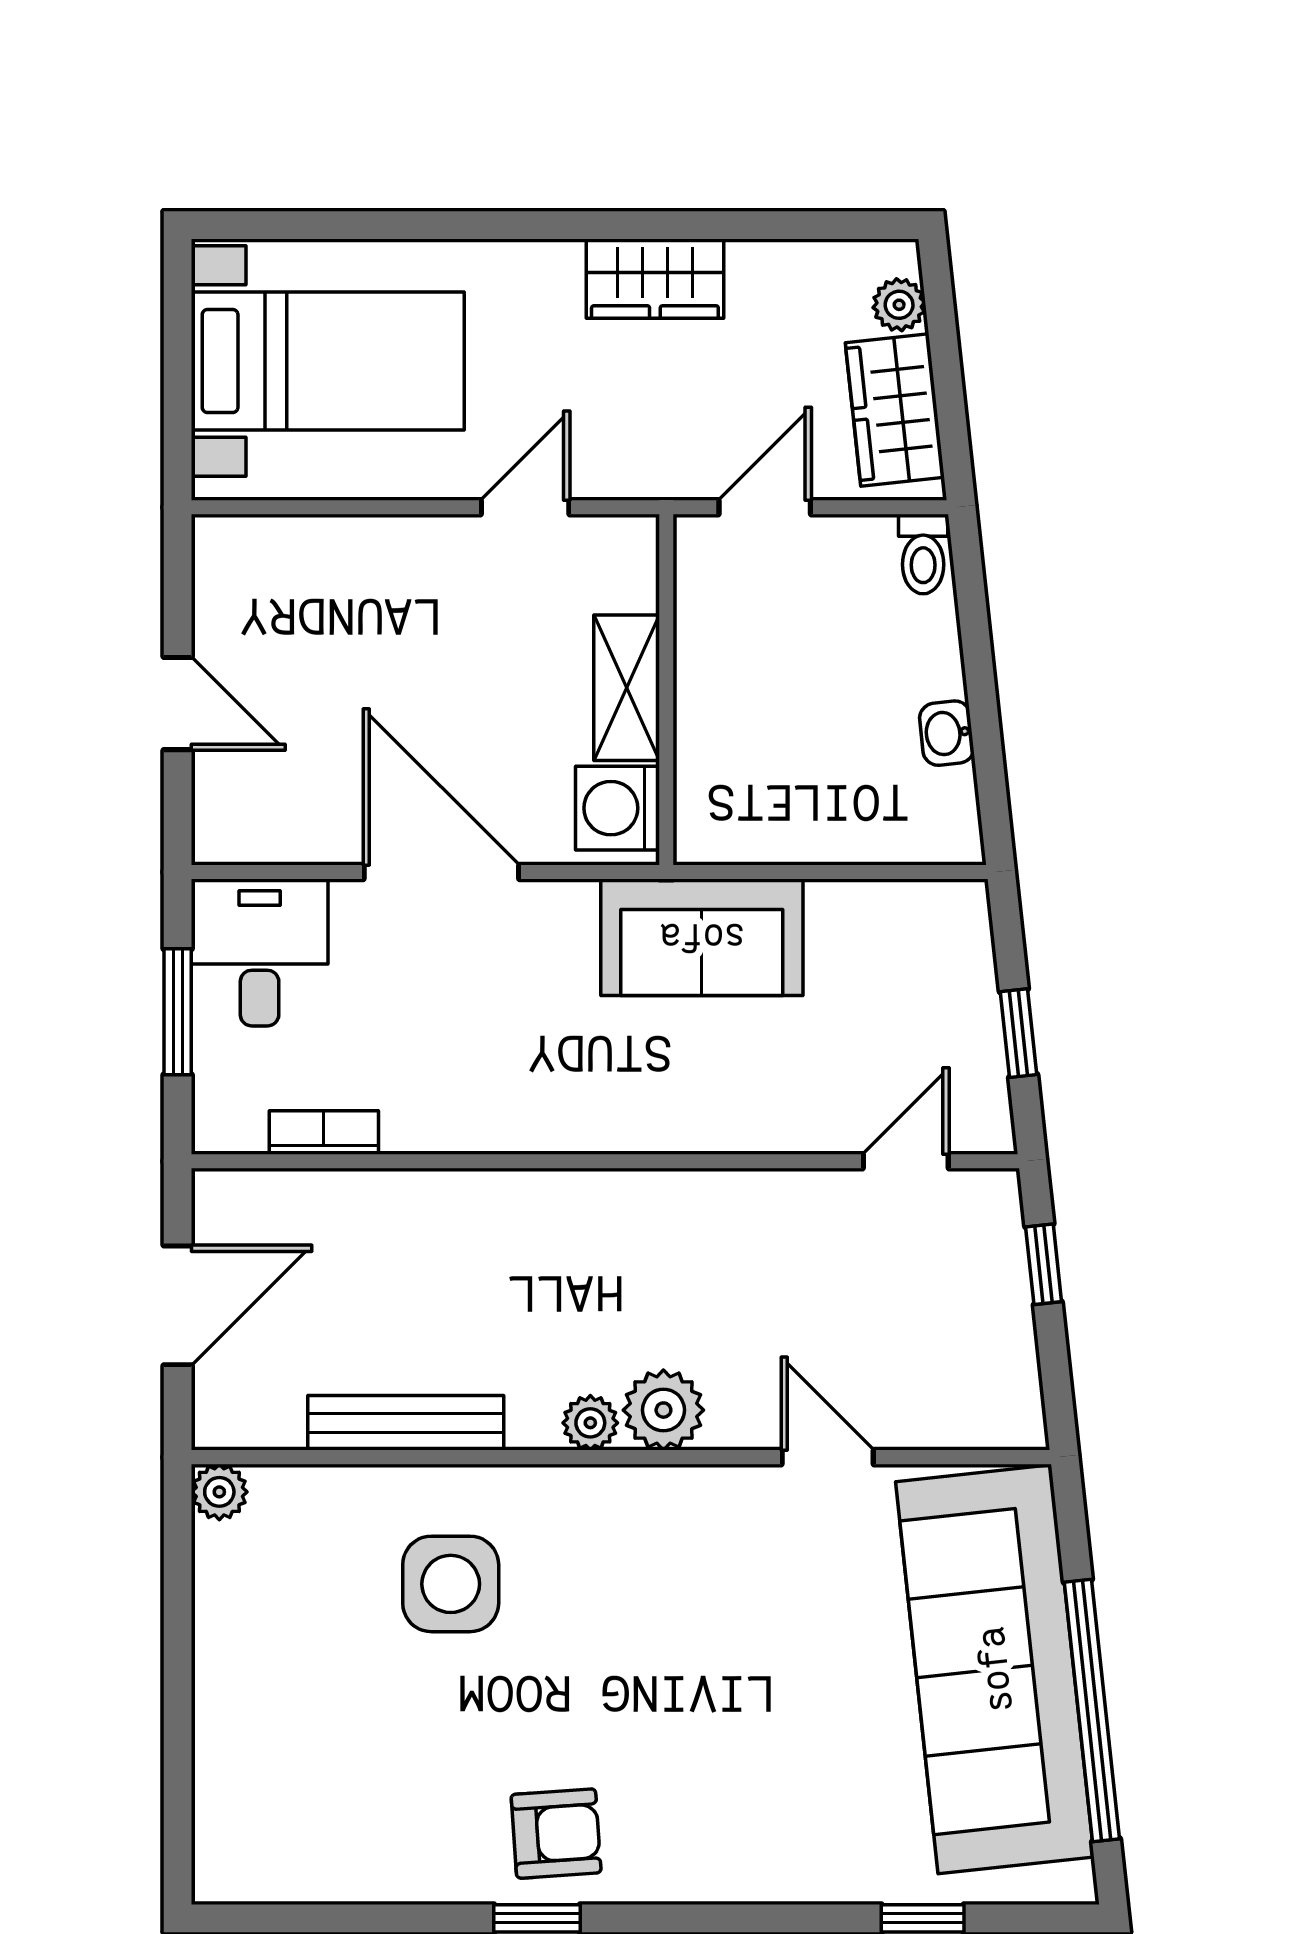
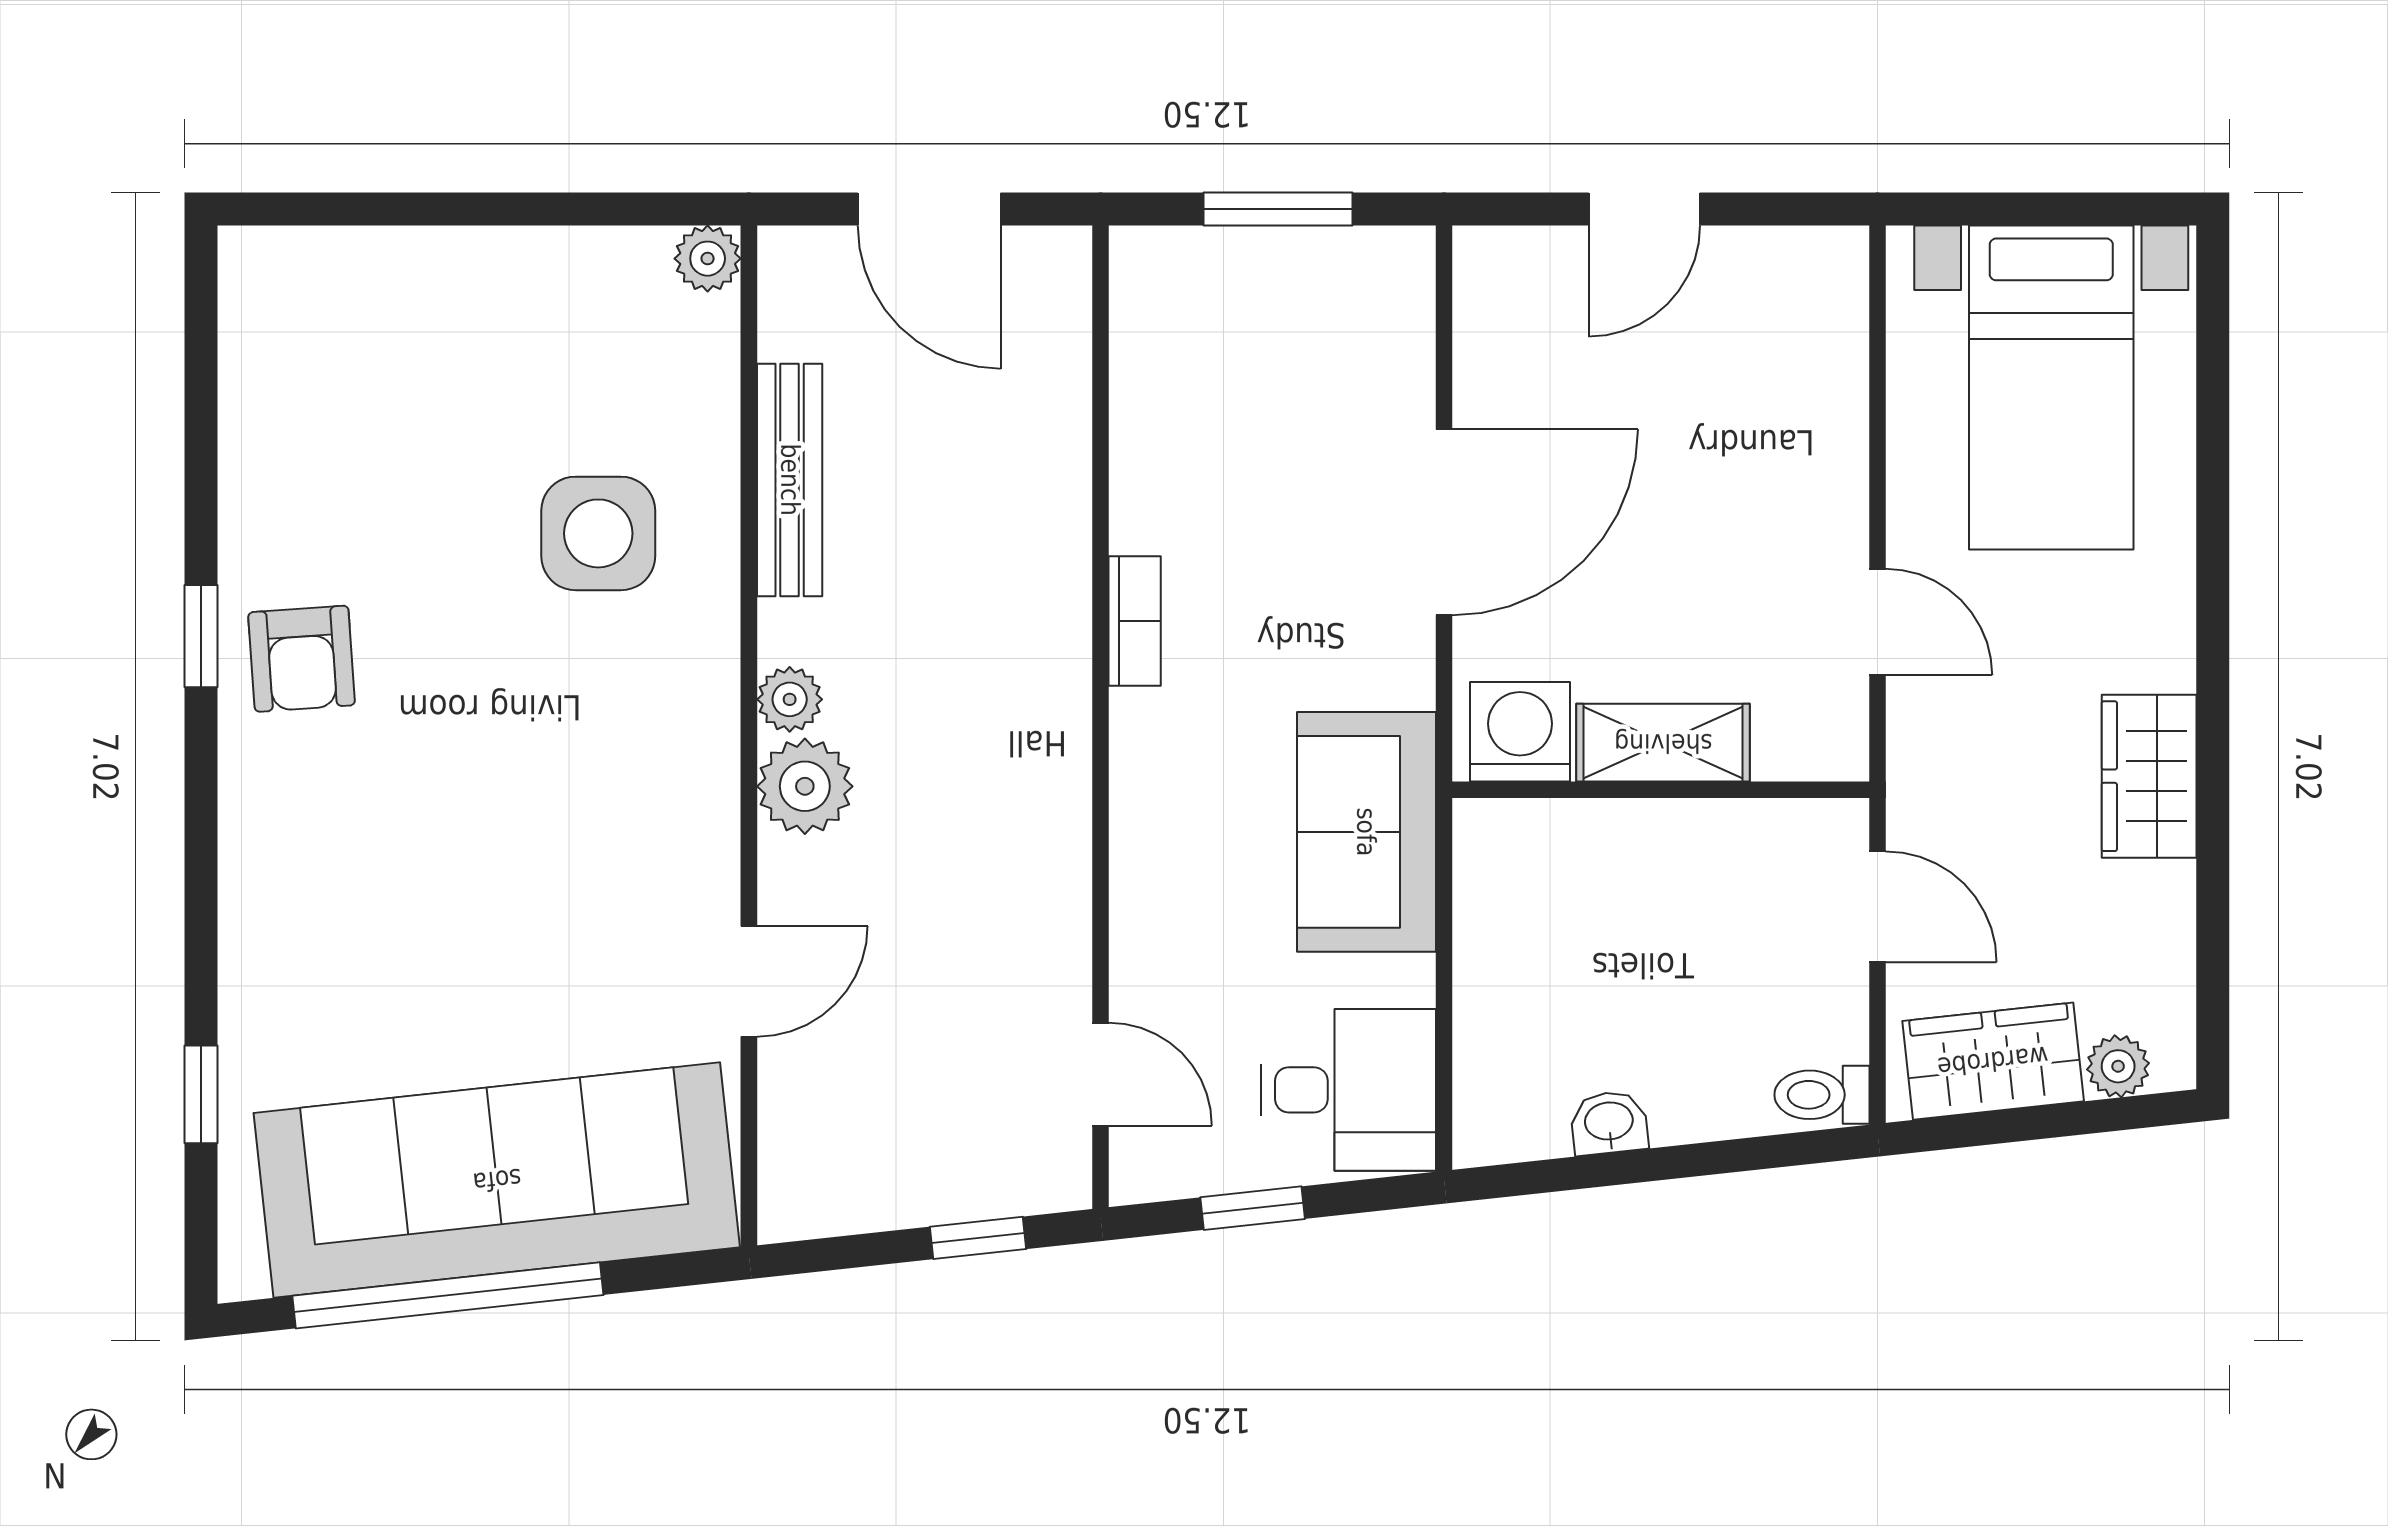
desk: (260, 952) -> (1348, 1090), moved
bookcase: (324, 1132) -> (1135, 621), moved

